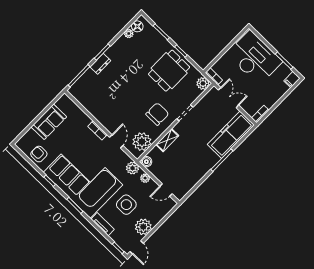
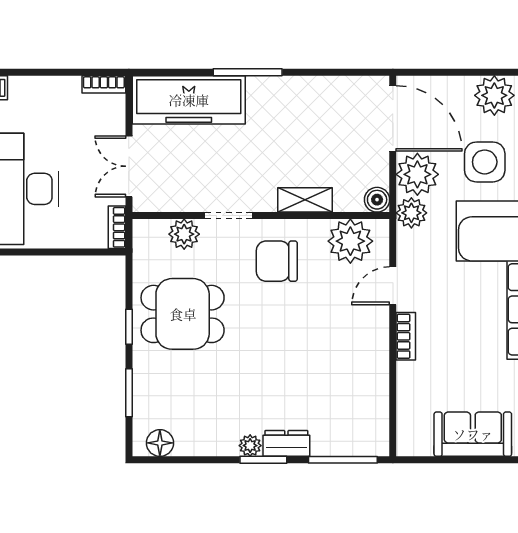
plant: (129, 34) -> (250, 446), moved
plant: (203, 83) -> (184, 234), moved
plant: (145, 178) -> (417, 174), width x1.87, depth x1.87
door: (166, 190) -> (393, 118), width x1.87

